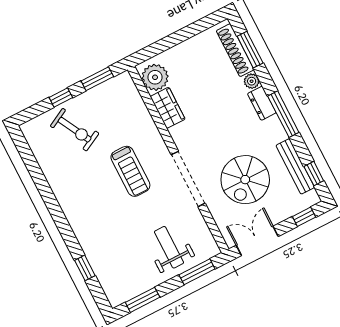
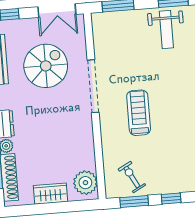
wardrobe: (168, 108) -> (51, 194), moved, turned 90
exercise bike: (75, 130) -> (132, 177), moved, width x0.73, depth x0.72
weight bench: (169, 247) -> (166, 30), moved

